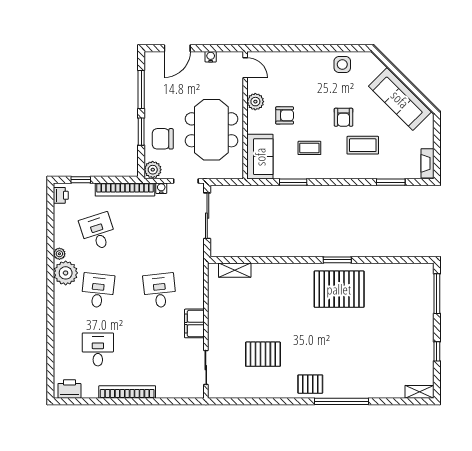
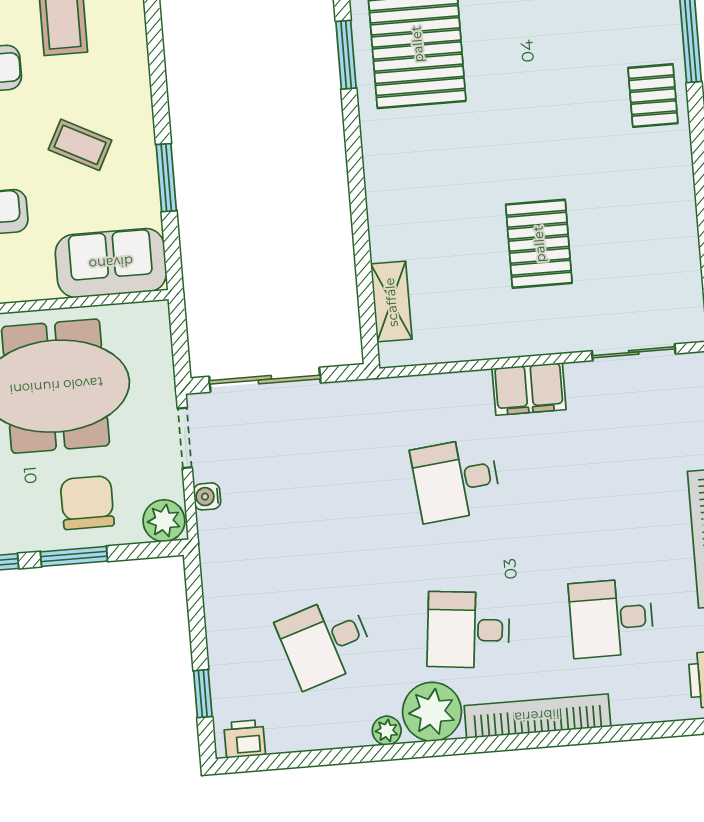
chair: (163, 139) -> (87, 503), turned 180
coffee table: (309, 148) -> (80, 145), turned -63
bookcase: (125, 190) -> (537, 716), moved, turned -90
pallet: (263, 354) -> (539, 244), moved

